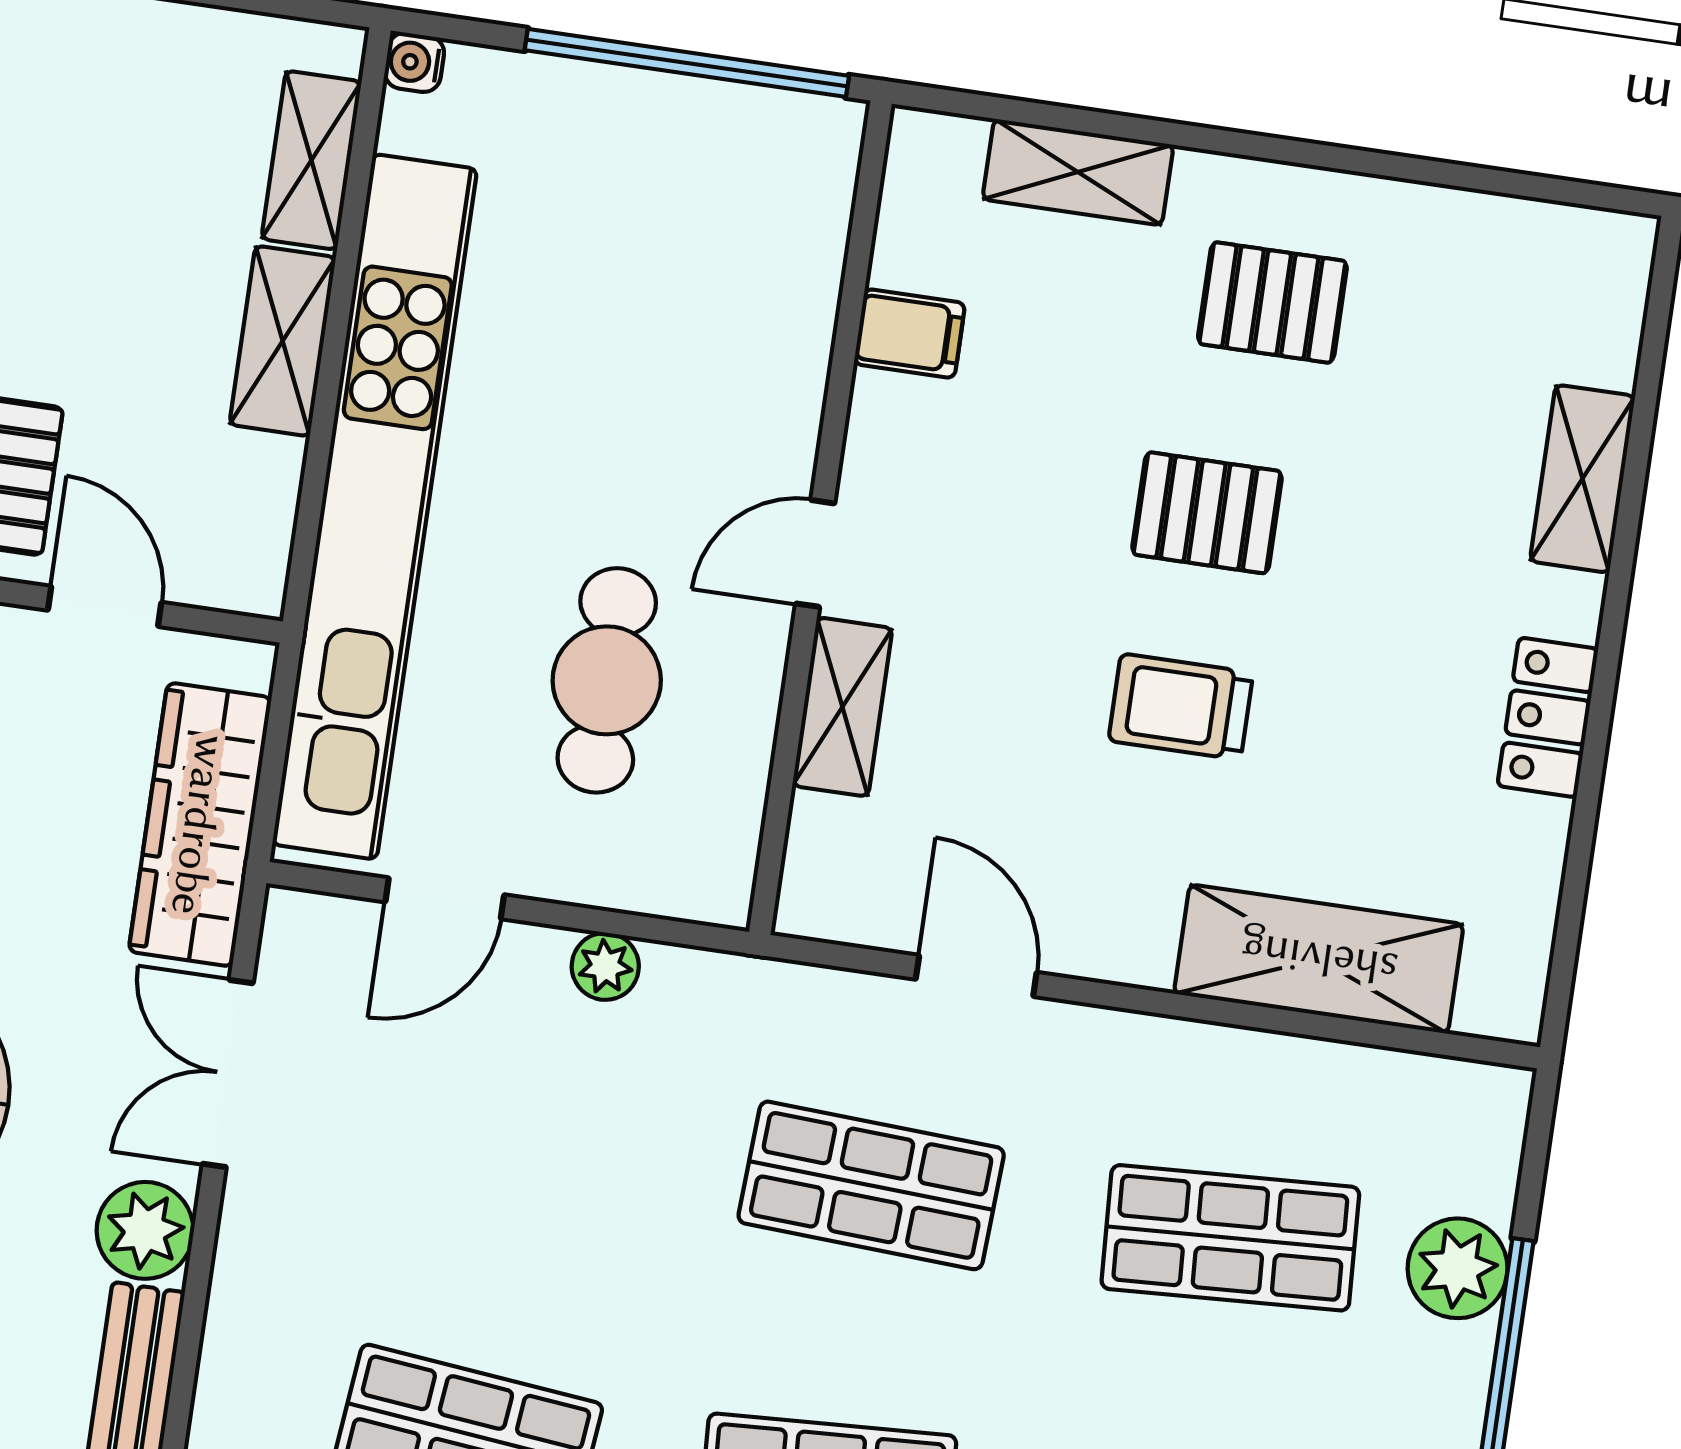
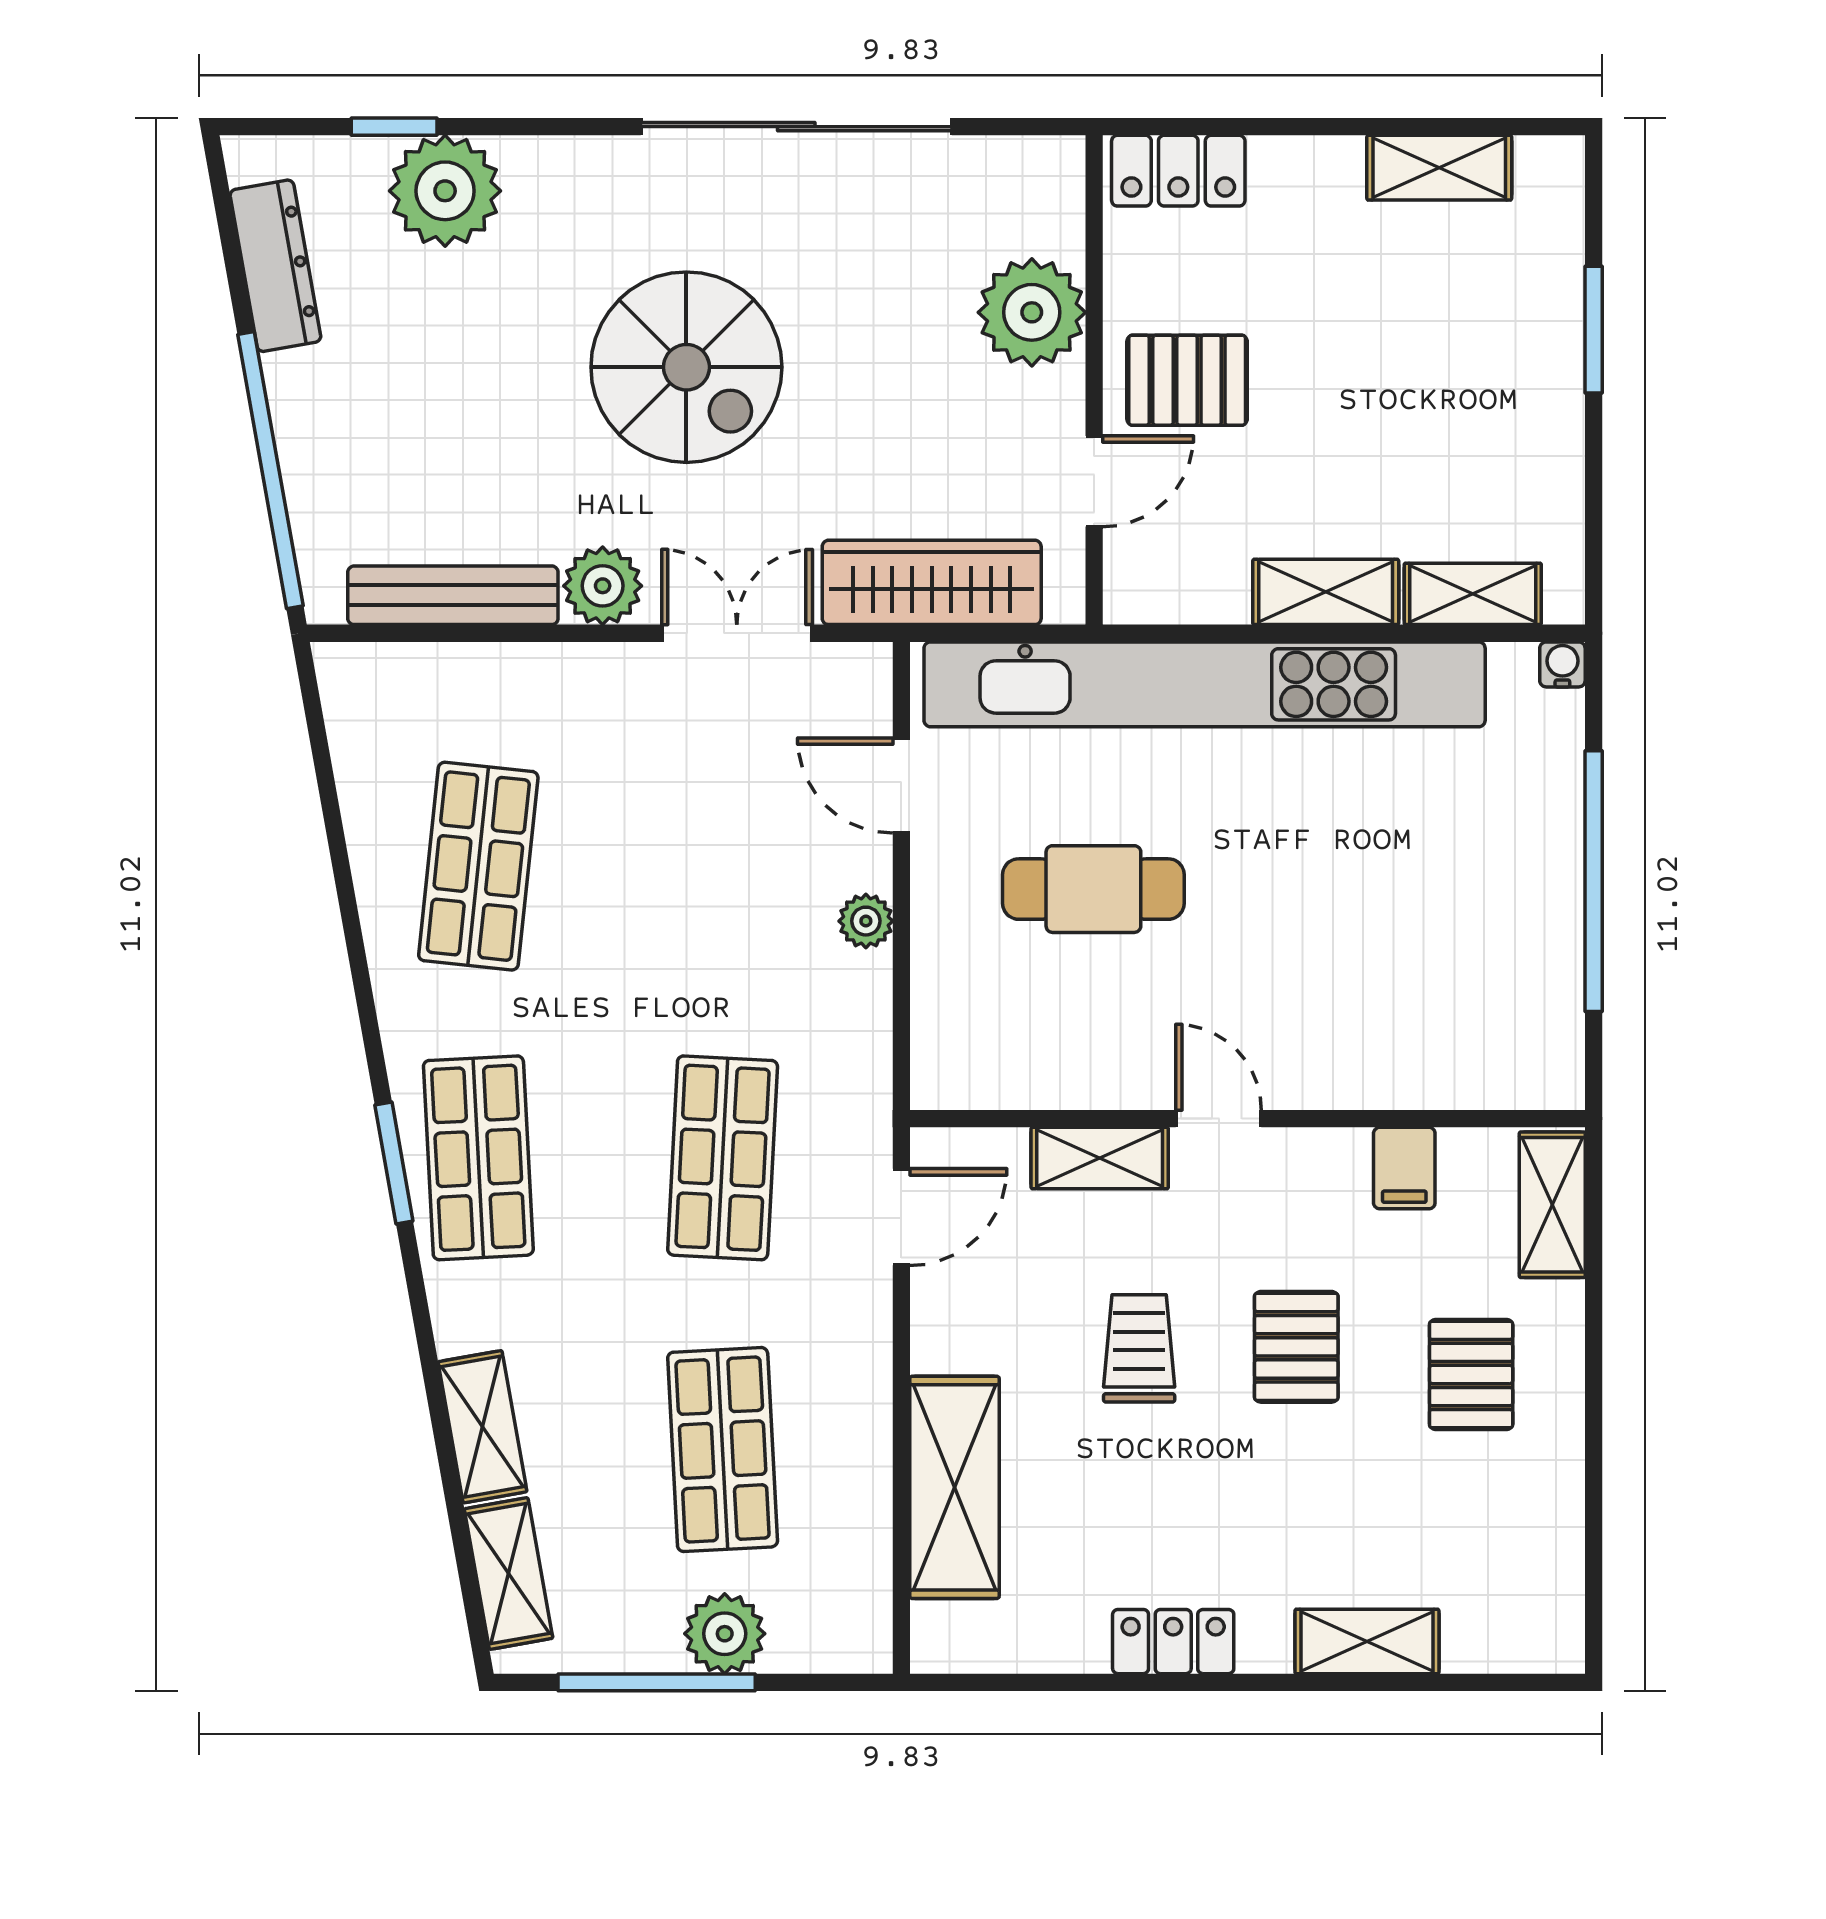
filing cabinet: (910, 334) -> (1404, 1168), moved
wall: (820, 518) -> (1248, 1119), moved
door: (815, 553) -> (1219, 1119), moved
shelving: (842, 707) -> (1100, 1158), moved

